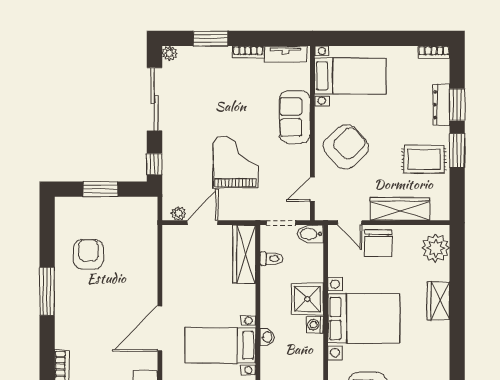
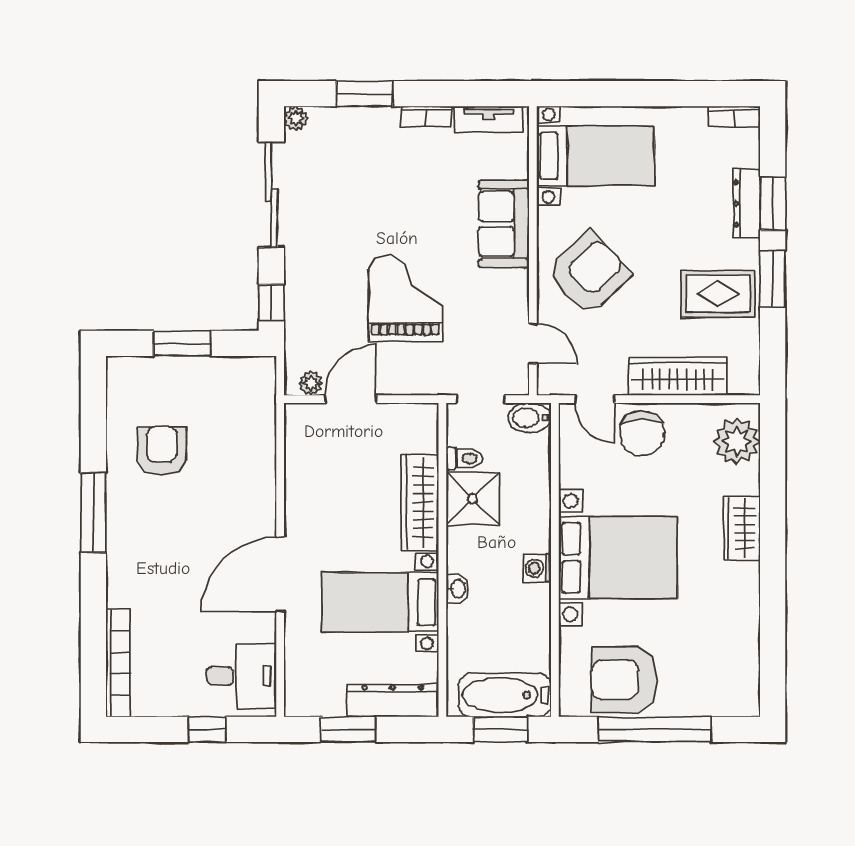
door: (312, 189) -> (533, 343), swing flipped
wardrobe: (244, 254) -> (420, 502), moved
shower: (307, 299) -> (473, 499), moved

